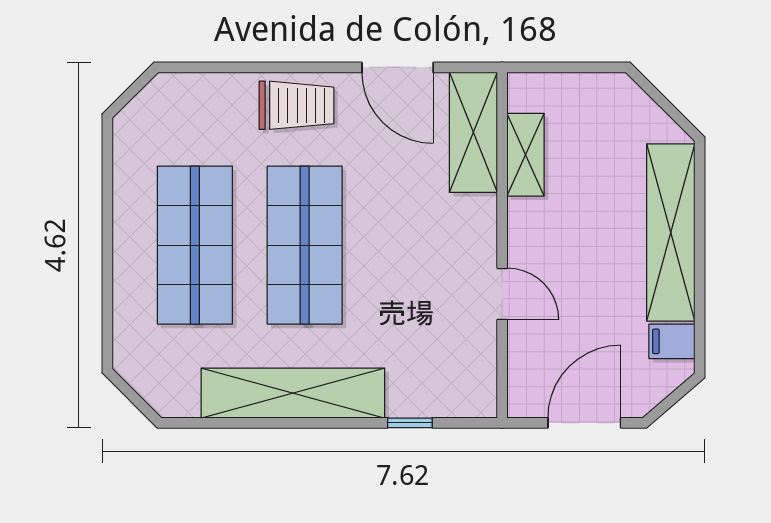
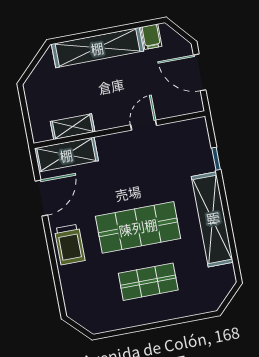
trolley: (296, 105) -> (70, 245), turned 180
shop shelf: (195, 245) -> (148, 282), width x0.70, depth x0.74

